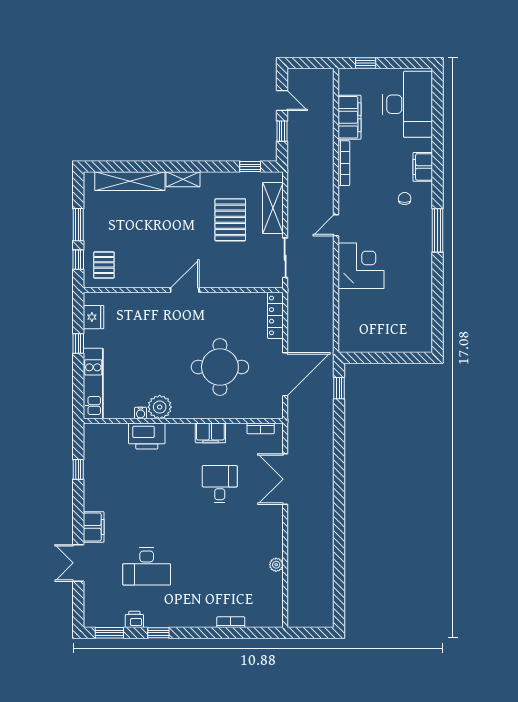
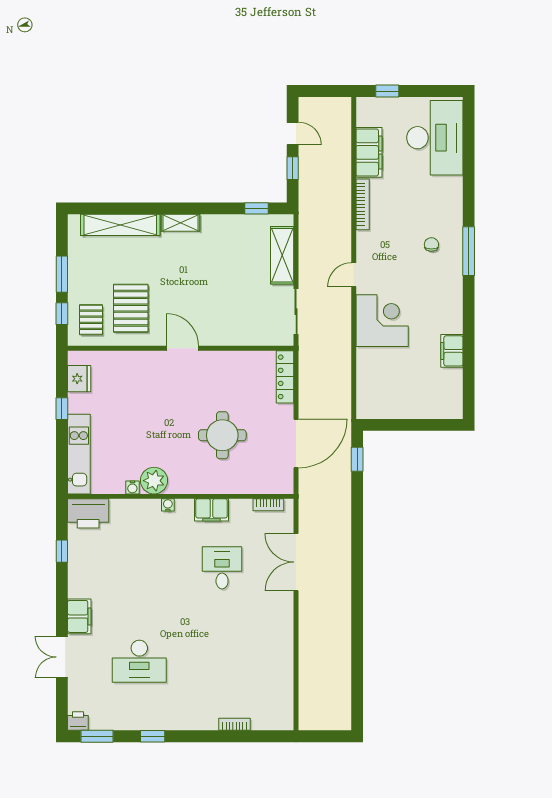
filing cabinet: (423, 167) -> (452, 351), moved
pallet: (230, 220) -> (131, 308), moved
window: (438, 230) -> (469, 251), moved
door: (185, 290) -> (182, 348), hinge flipped
round table: (220, 367) -> (222, 435), width x0.73, depth x0.73
water cooler: (172, 429) -> (168, 505), added
printer: (147, 436) -> (88, 513), moved
plant: (276, 565) -> (286, 659), removed
printer: (134, 619) -> (78, 721), moved

